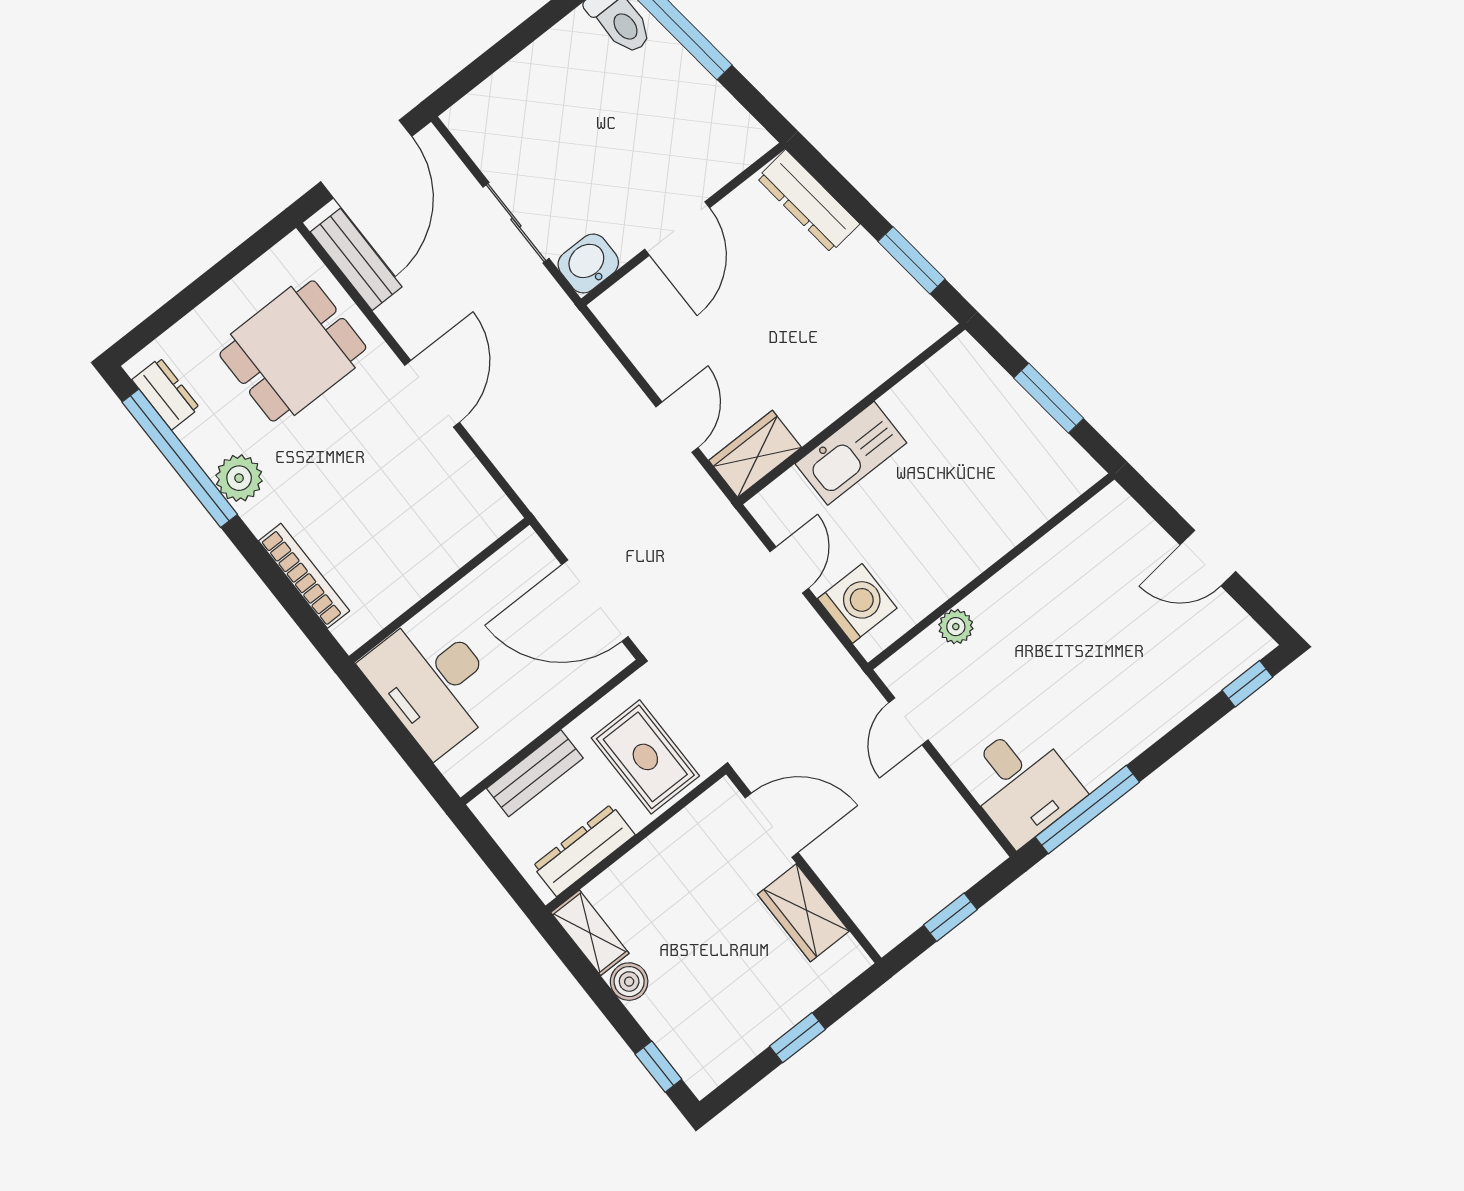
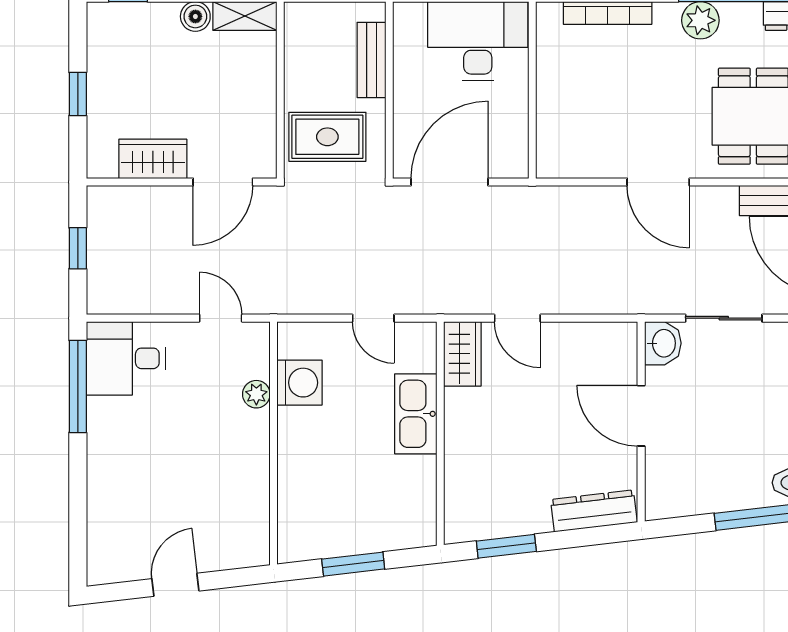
washing machine: (857, 603) -> (299, 383), moved, turned -90
window: (1247, 684) -> (78, 548), removed
dresser: (584, 850) -> (299, 53), removed

